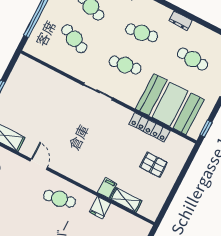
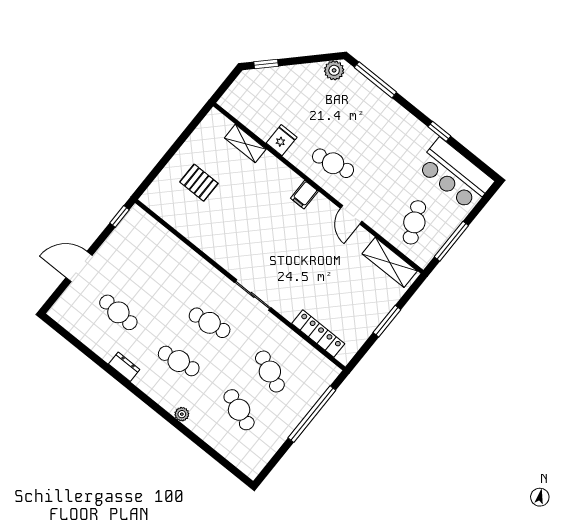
booth: (170, 104) -> (161, 258), removed
locker: (149, 127) -> (318, 334), moved
filing cabinet: (107, 188) -> (304, 195), moved

